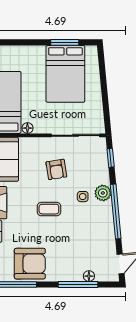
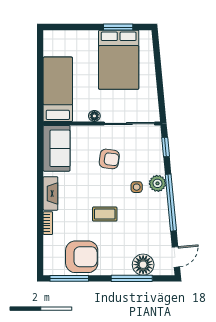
floor lamp: (27, 128) -> (94, 116), moved
armchair: (56, 169) -> (109, 159), turned -73
coffee table: (49, 209) -> (105, 214), moved
floor lamp: (89, 276) -> (143, 265), width x1.89, depth x1.89

